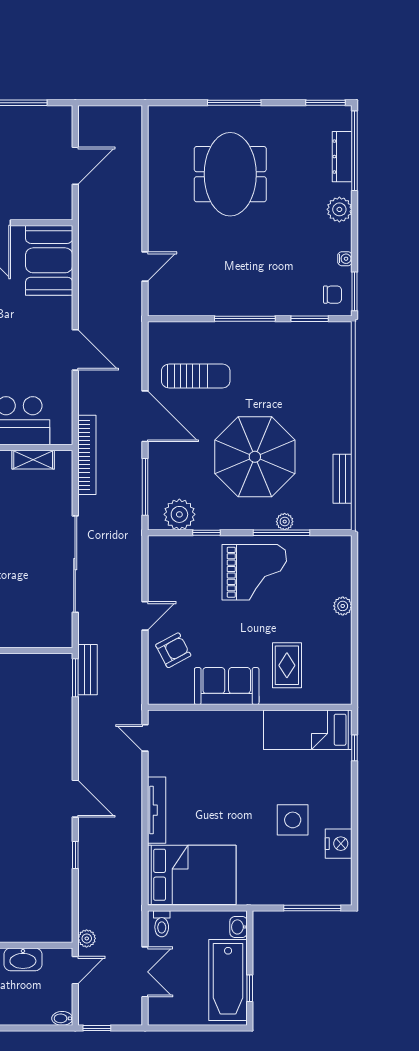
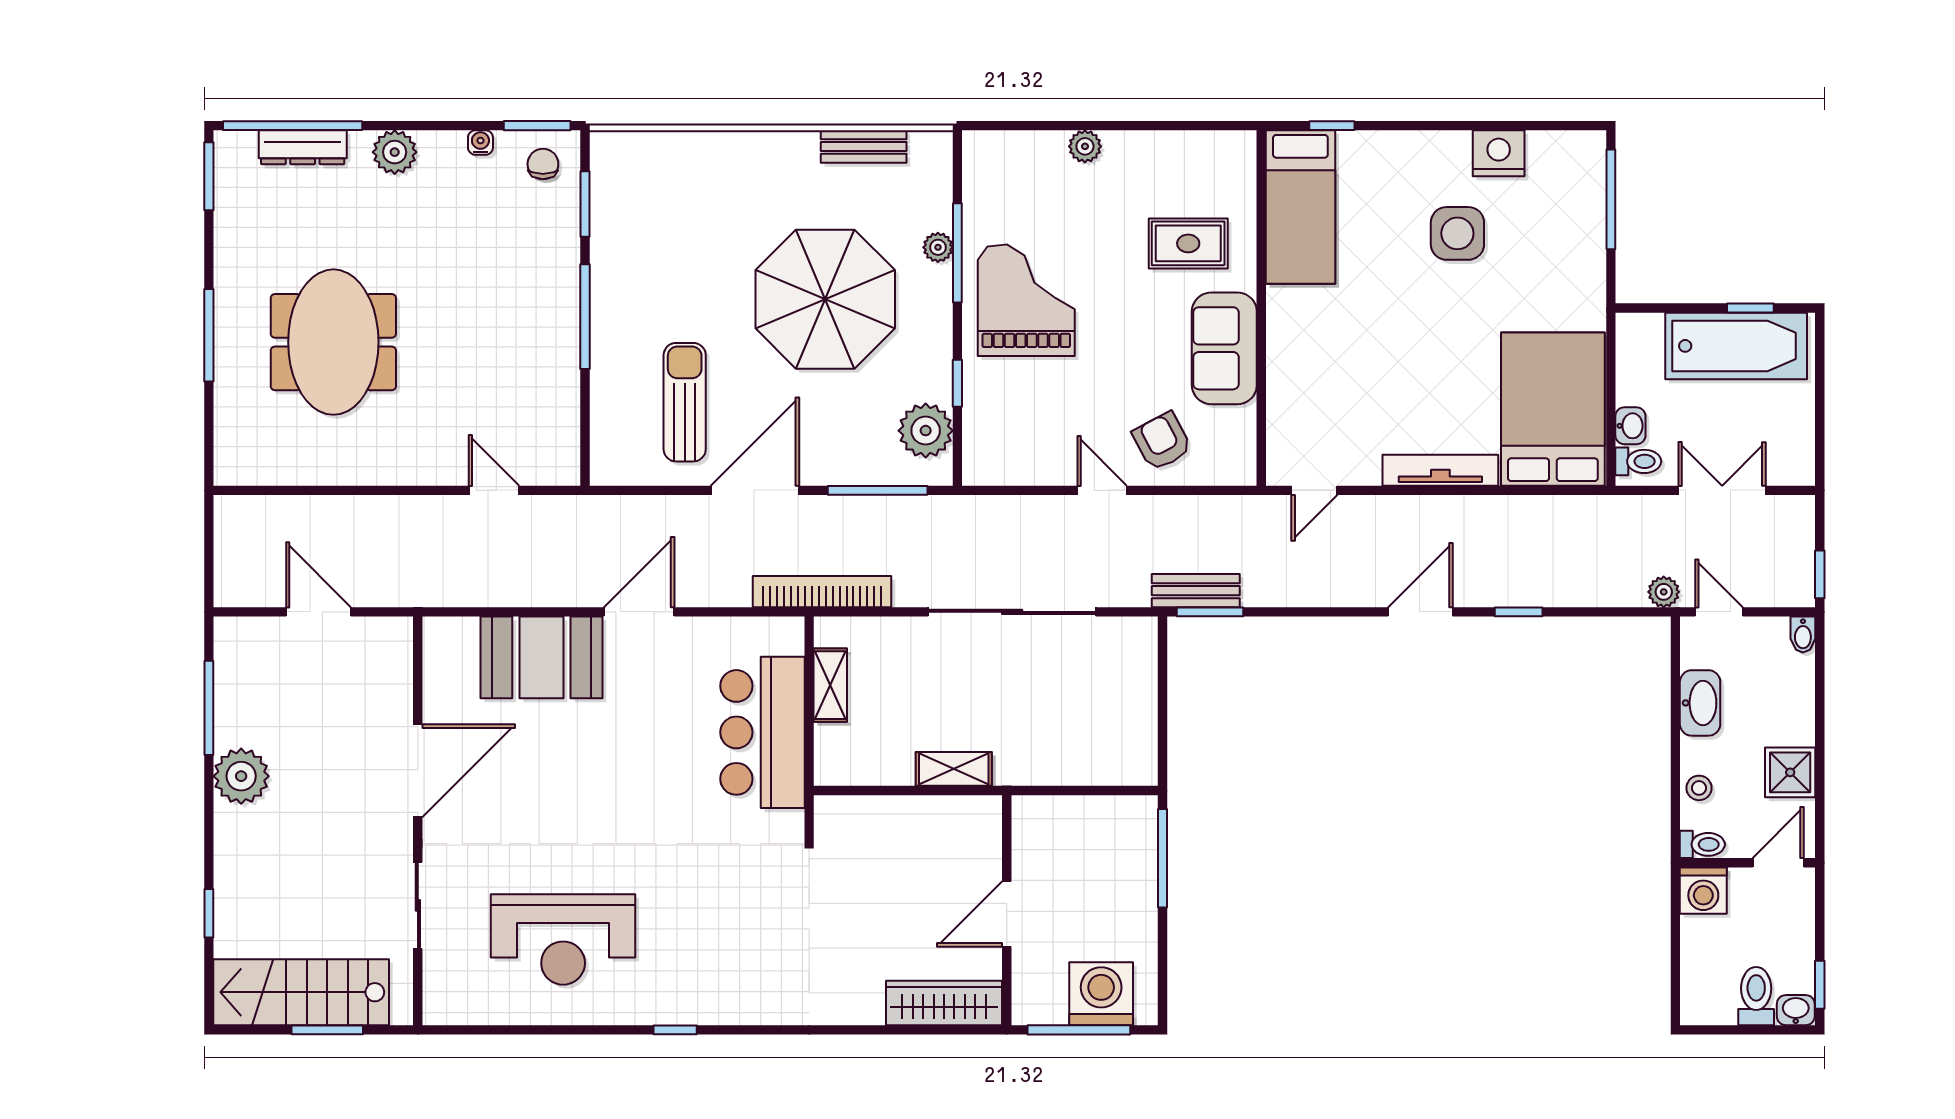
meeting table: (230, 174) -> (333, 342), turned 90
booth: (49, 260) -> (541, 657), moved
washbasin: (239, 927) -> (1630, 426), moved, turned -90

